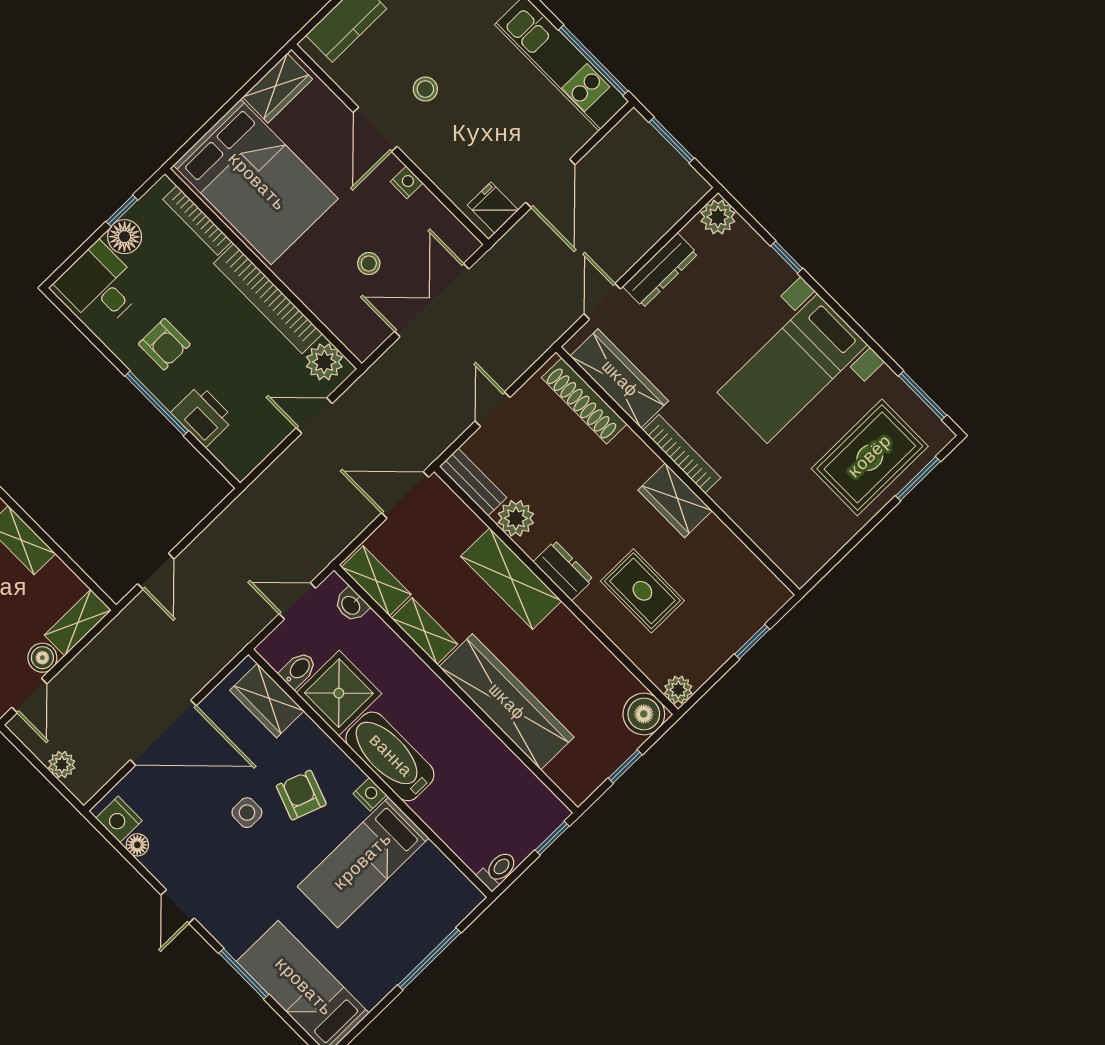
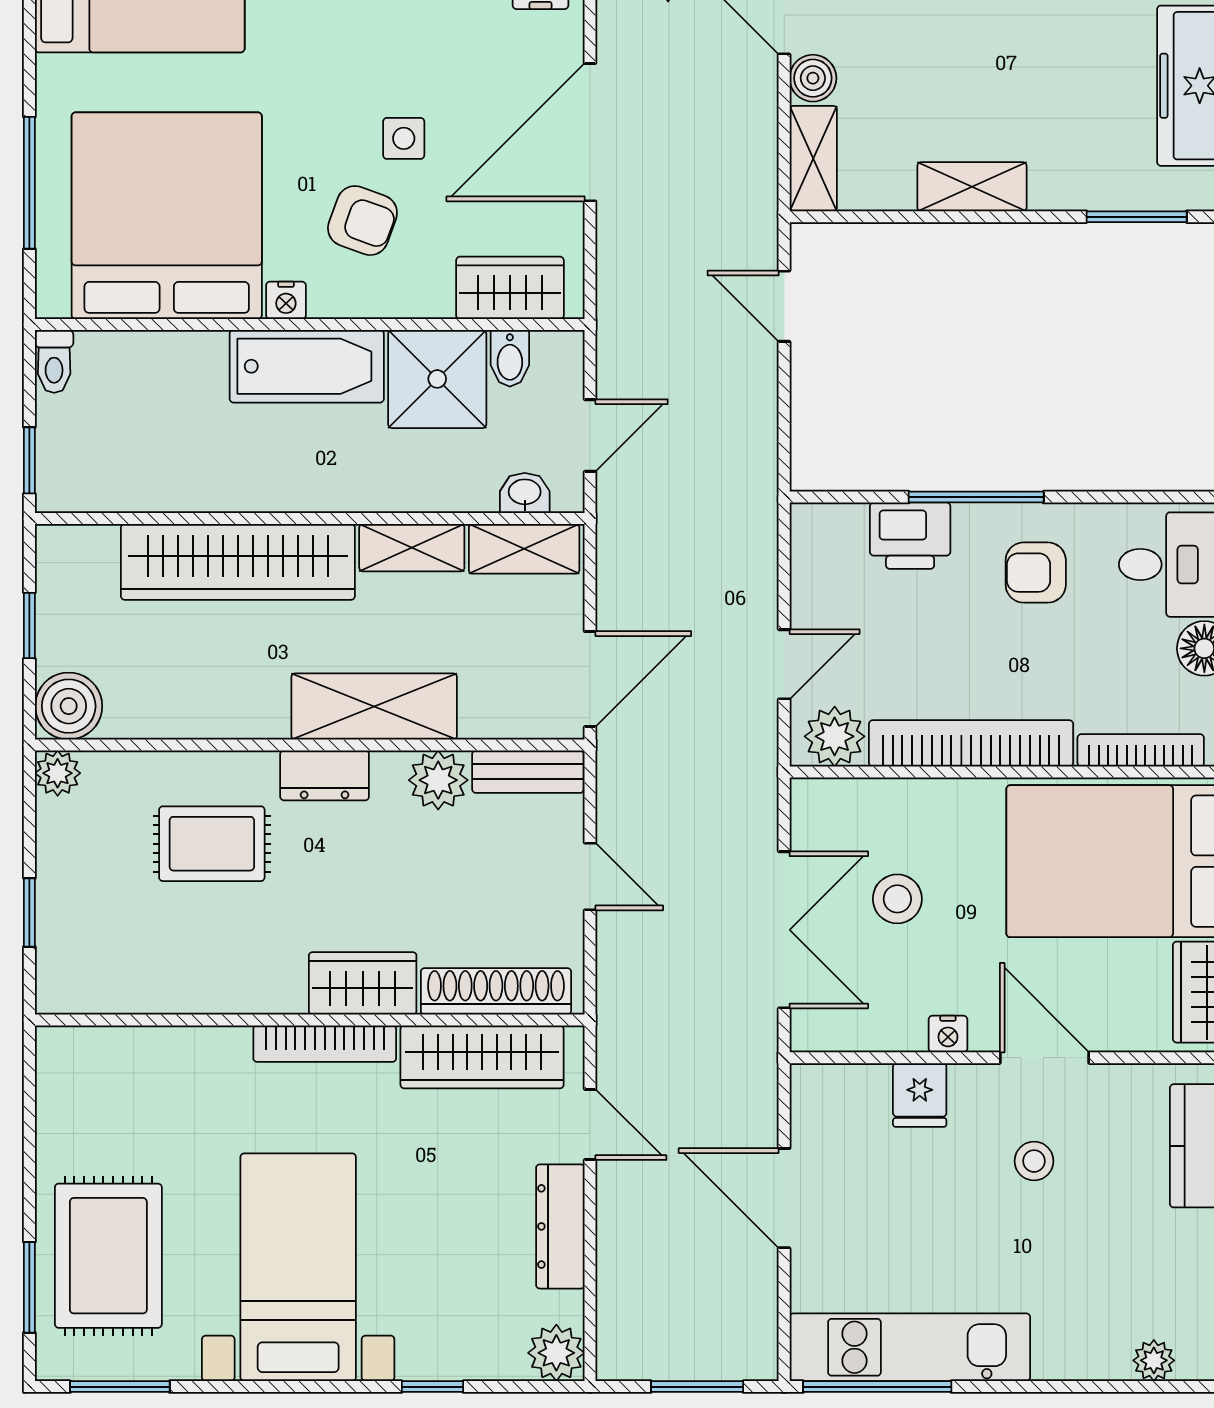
fridge: (493, 208) -> (920, 1095), moved, turned 90
stool: (369, 264) -> (897, 899), width x1.37, depth x1.37
wardrobe: (675, 500) -> (363, 983), moved
bed: (363, 862) -> (167, 216), width x2.04

